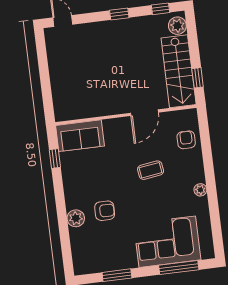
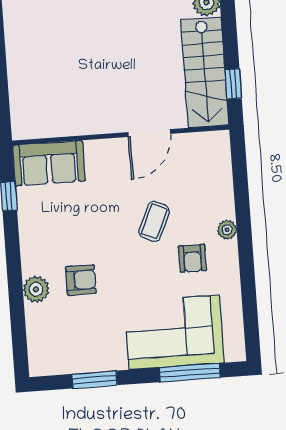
armchair: (186, 140) -> (192, 258), moved, turned 180
coffee table: (151, 170) -> (154, 221), turned -58
plant: (200, 190) -> (227, 230), moved

